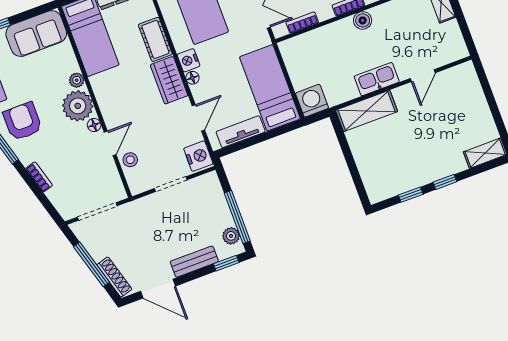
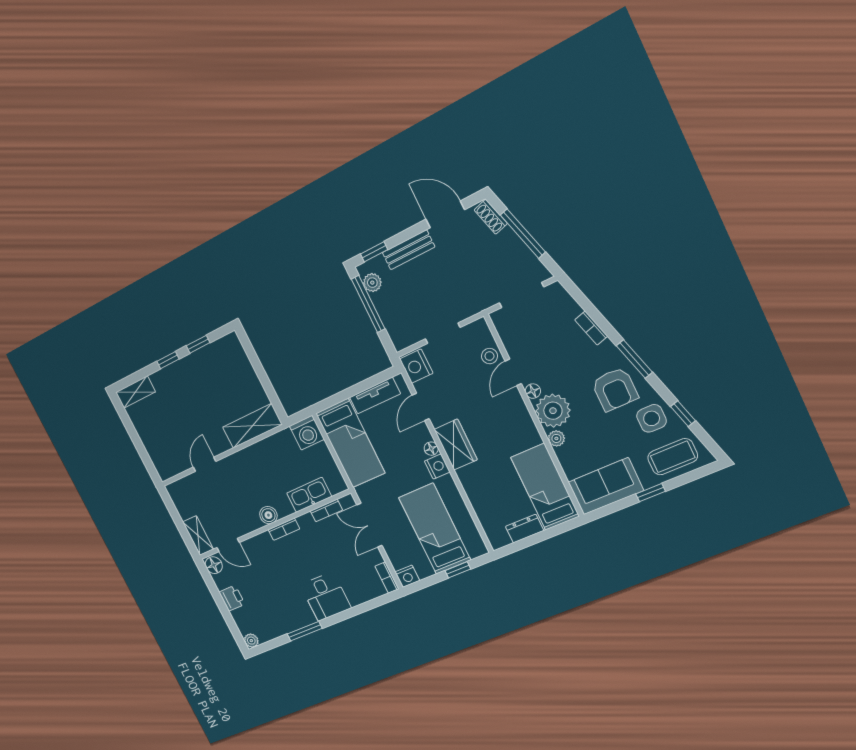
cot: (155, 39) -> (474, 486), removed
kitchen sink: (377, 79) -> (309, 495), moved, turned 180
shoe rack: (114, 277) -> (491, 217), width x0.70

